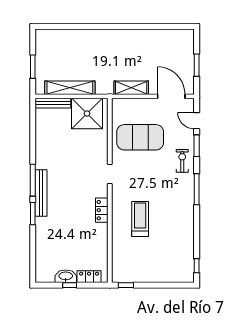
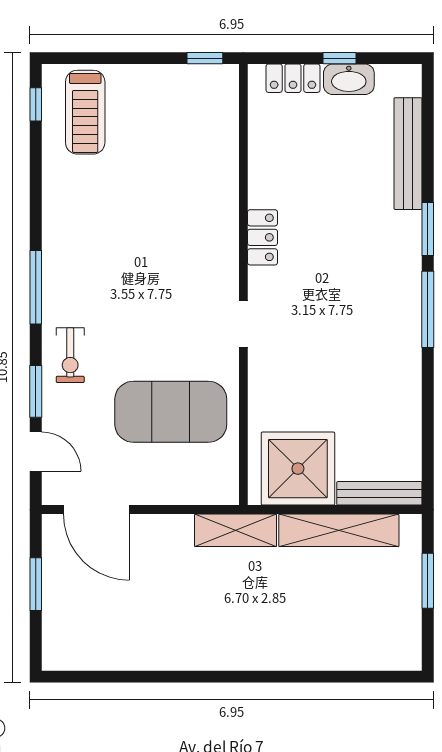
shelving: (131, 88) -> (236, 530), moved
bench: (41, 193) -> (408, 154), moved
treadmill: (140, 219) -> (85, 112), moved

